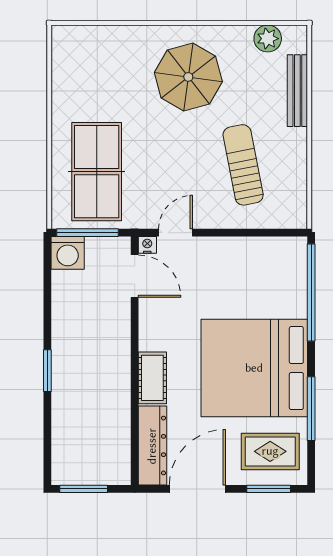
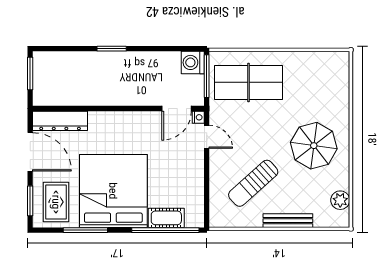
bench: (297, 91) -> (288, 221), moved
sun lounger: (243, 165) -> (253, 183), turned 149
cot: (152, 378) -> (166, 218), moved

